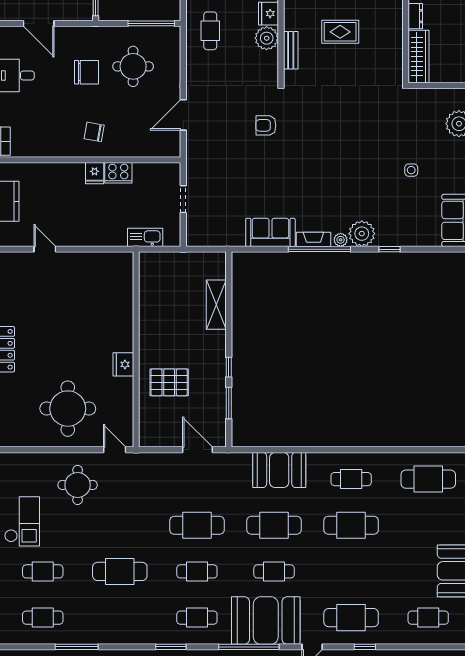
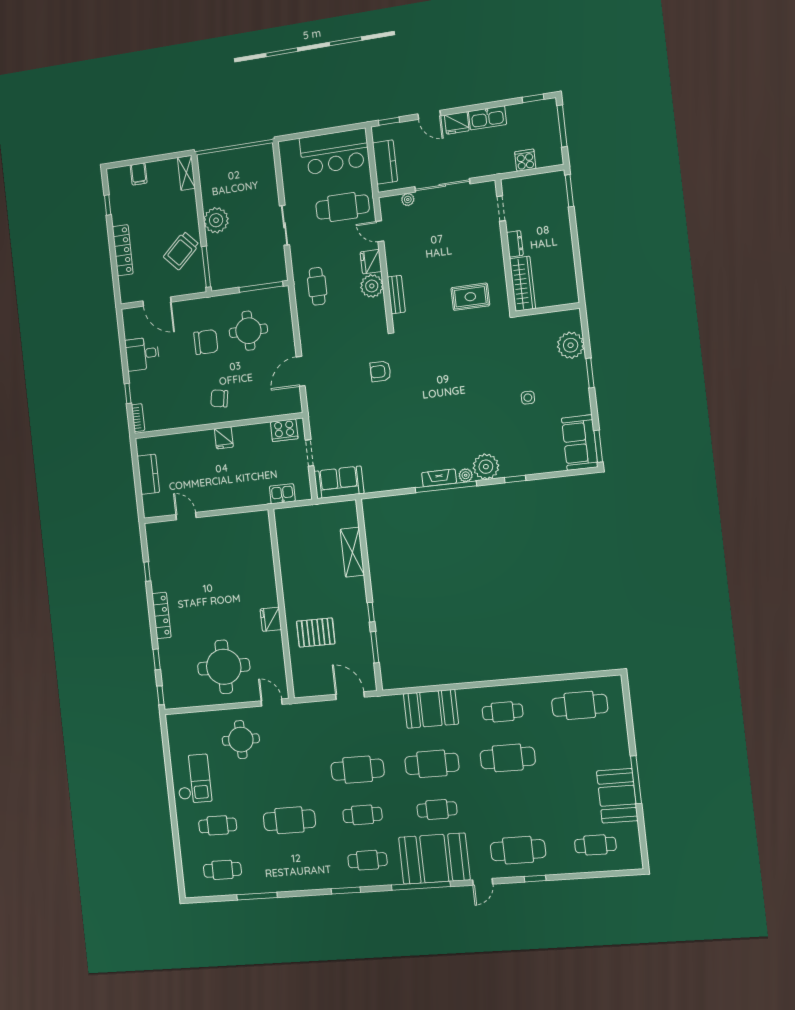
rug: (340, 32) -> (470, 297), moved
cooker: (118, 173) -> (284, 430), moved
sofa: (270, 232) -> (339, 482), moved
kitchen sink: (145, 237) -> (282, 494), width x0.73

